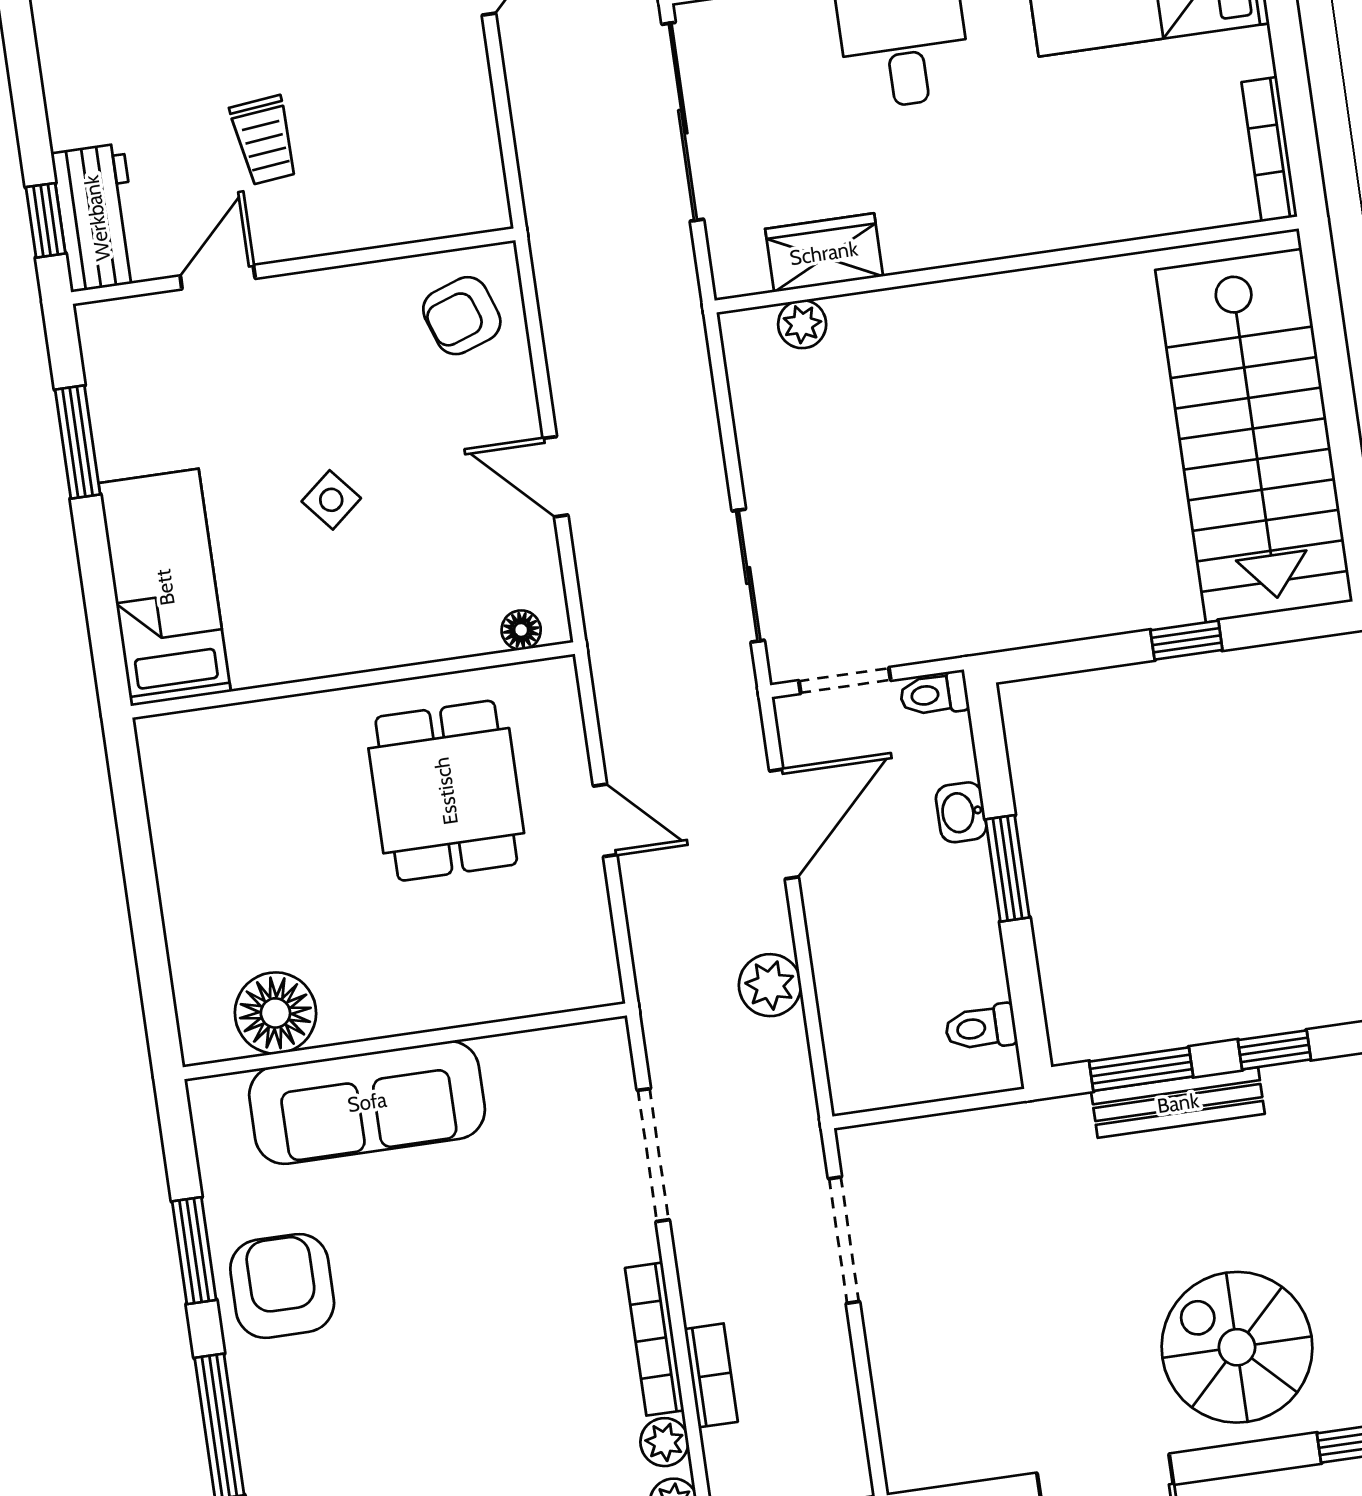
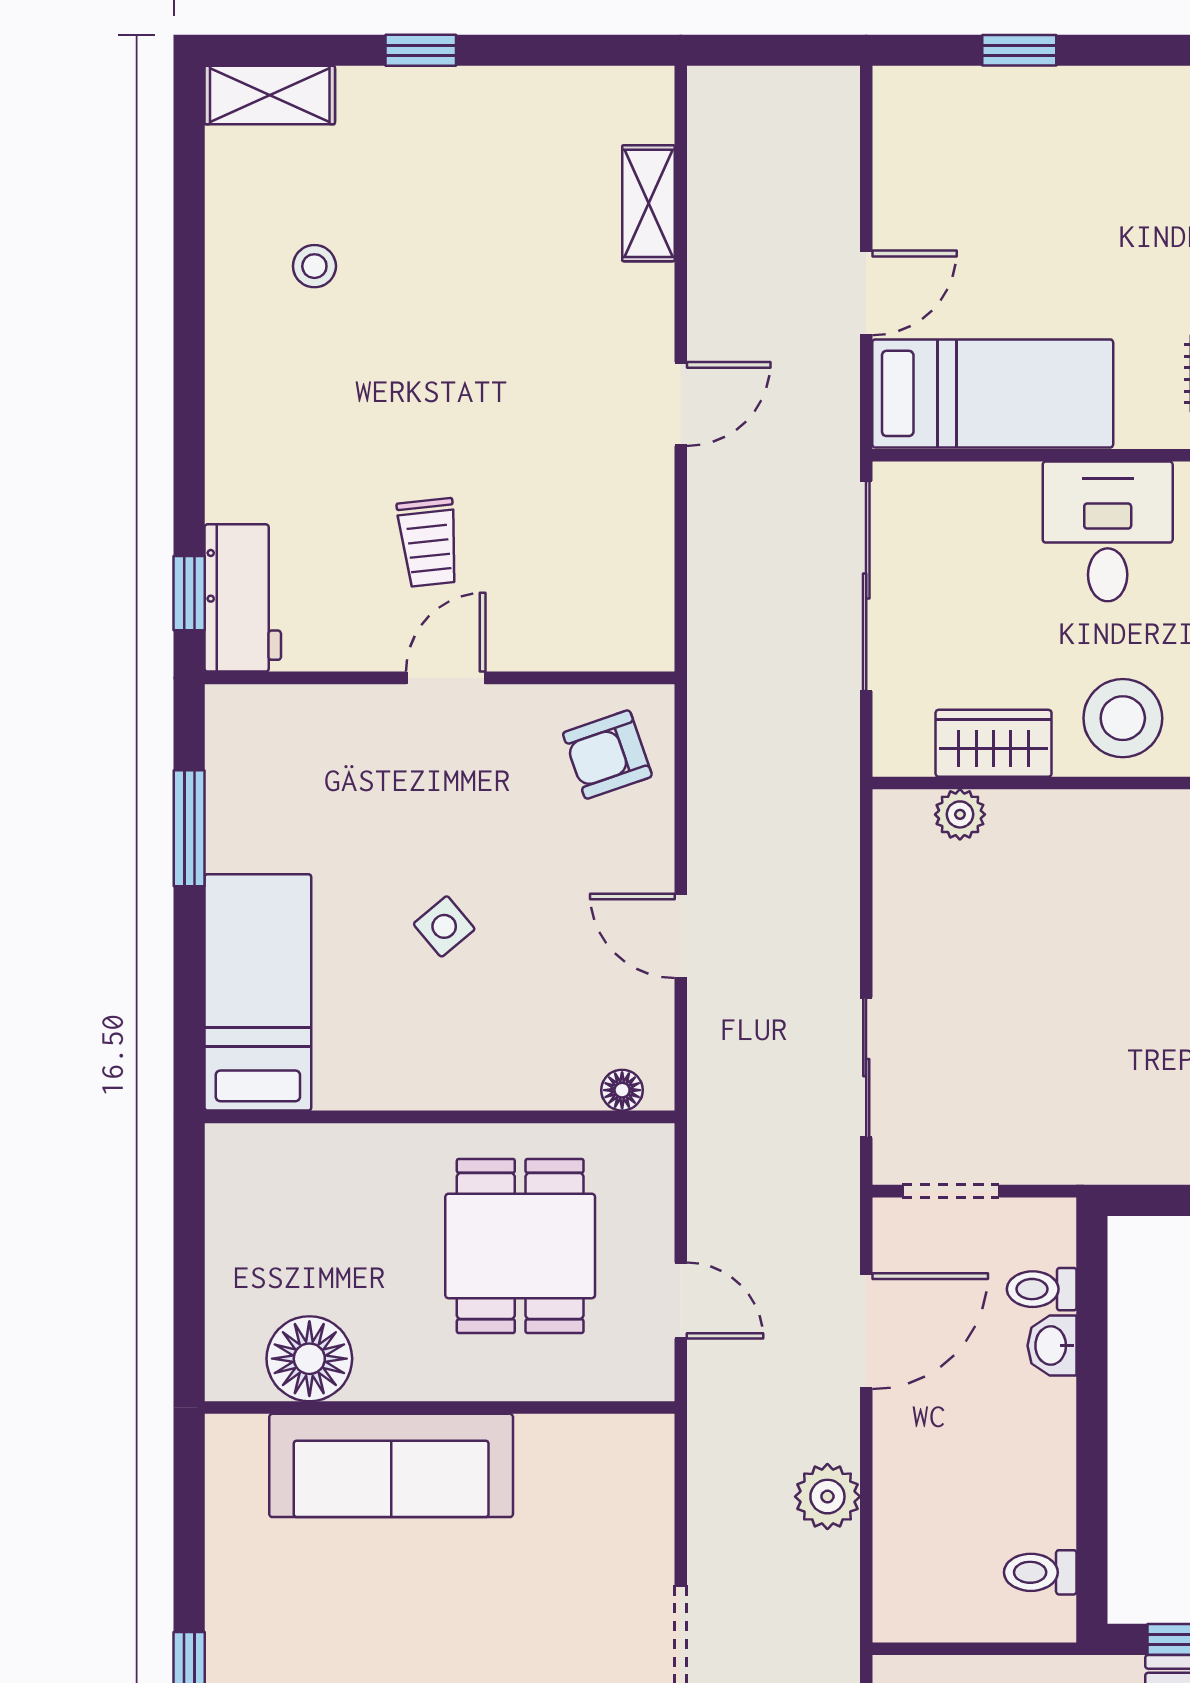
stool: (943, 211) -> (1123, 718), added
door: (218, 277) -> (446, 678), moved
toilet: (934, 694) -> (1042, 1289), moved
window: (1008, 868) -> (1092, 1411), removed
floor lamp: (275, 1013) -> (309, 1359), moved
wall: (405, 1041) -> (440, 1408), moved
sofa: (367, 1102) -> (391, 1465), moved

